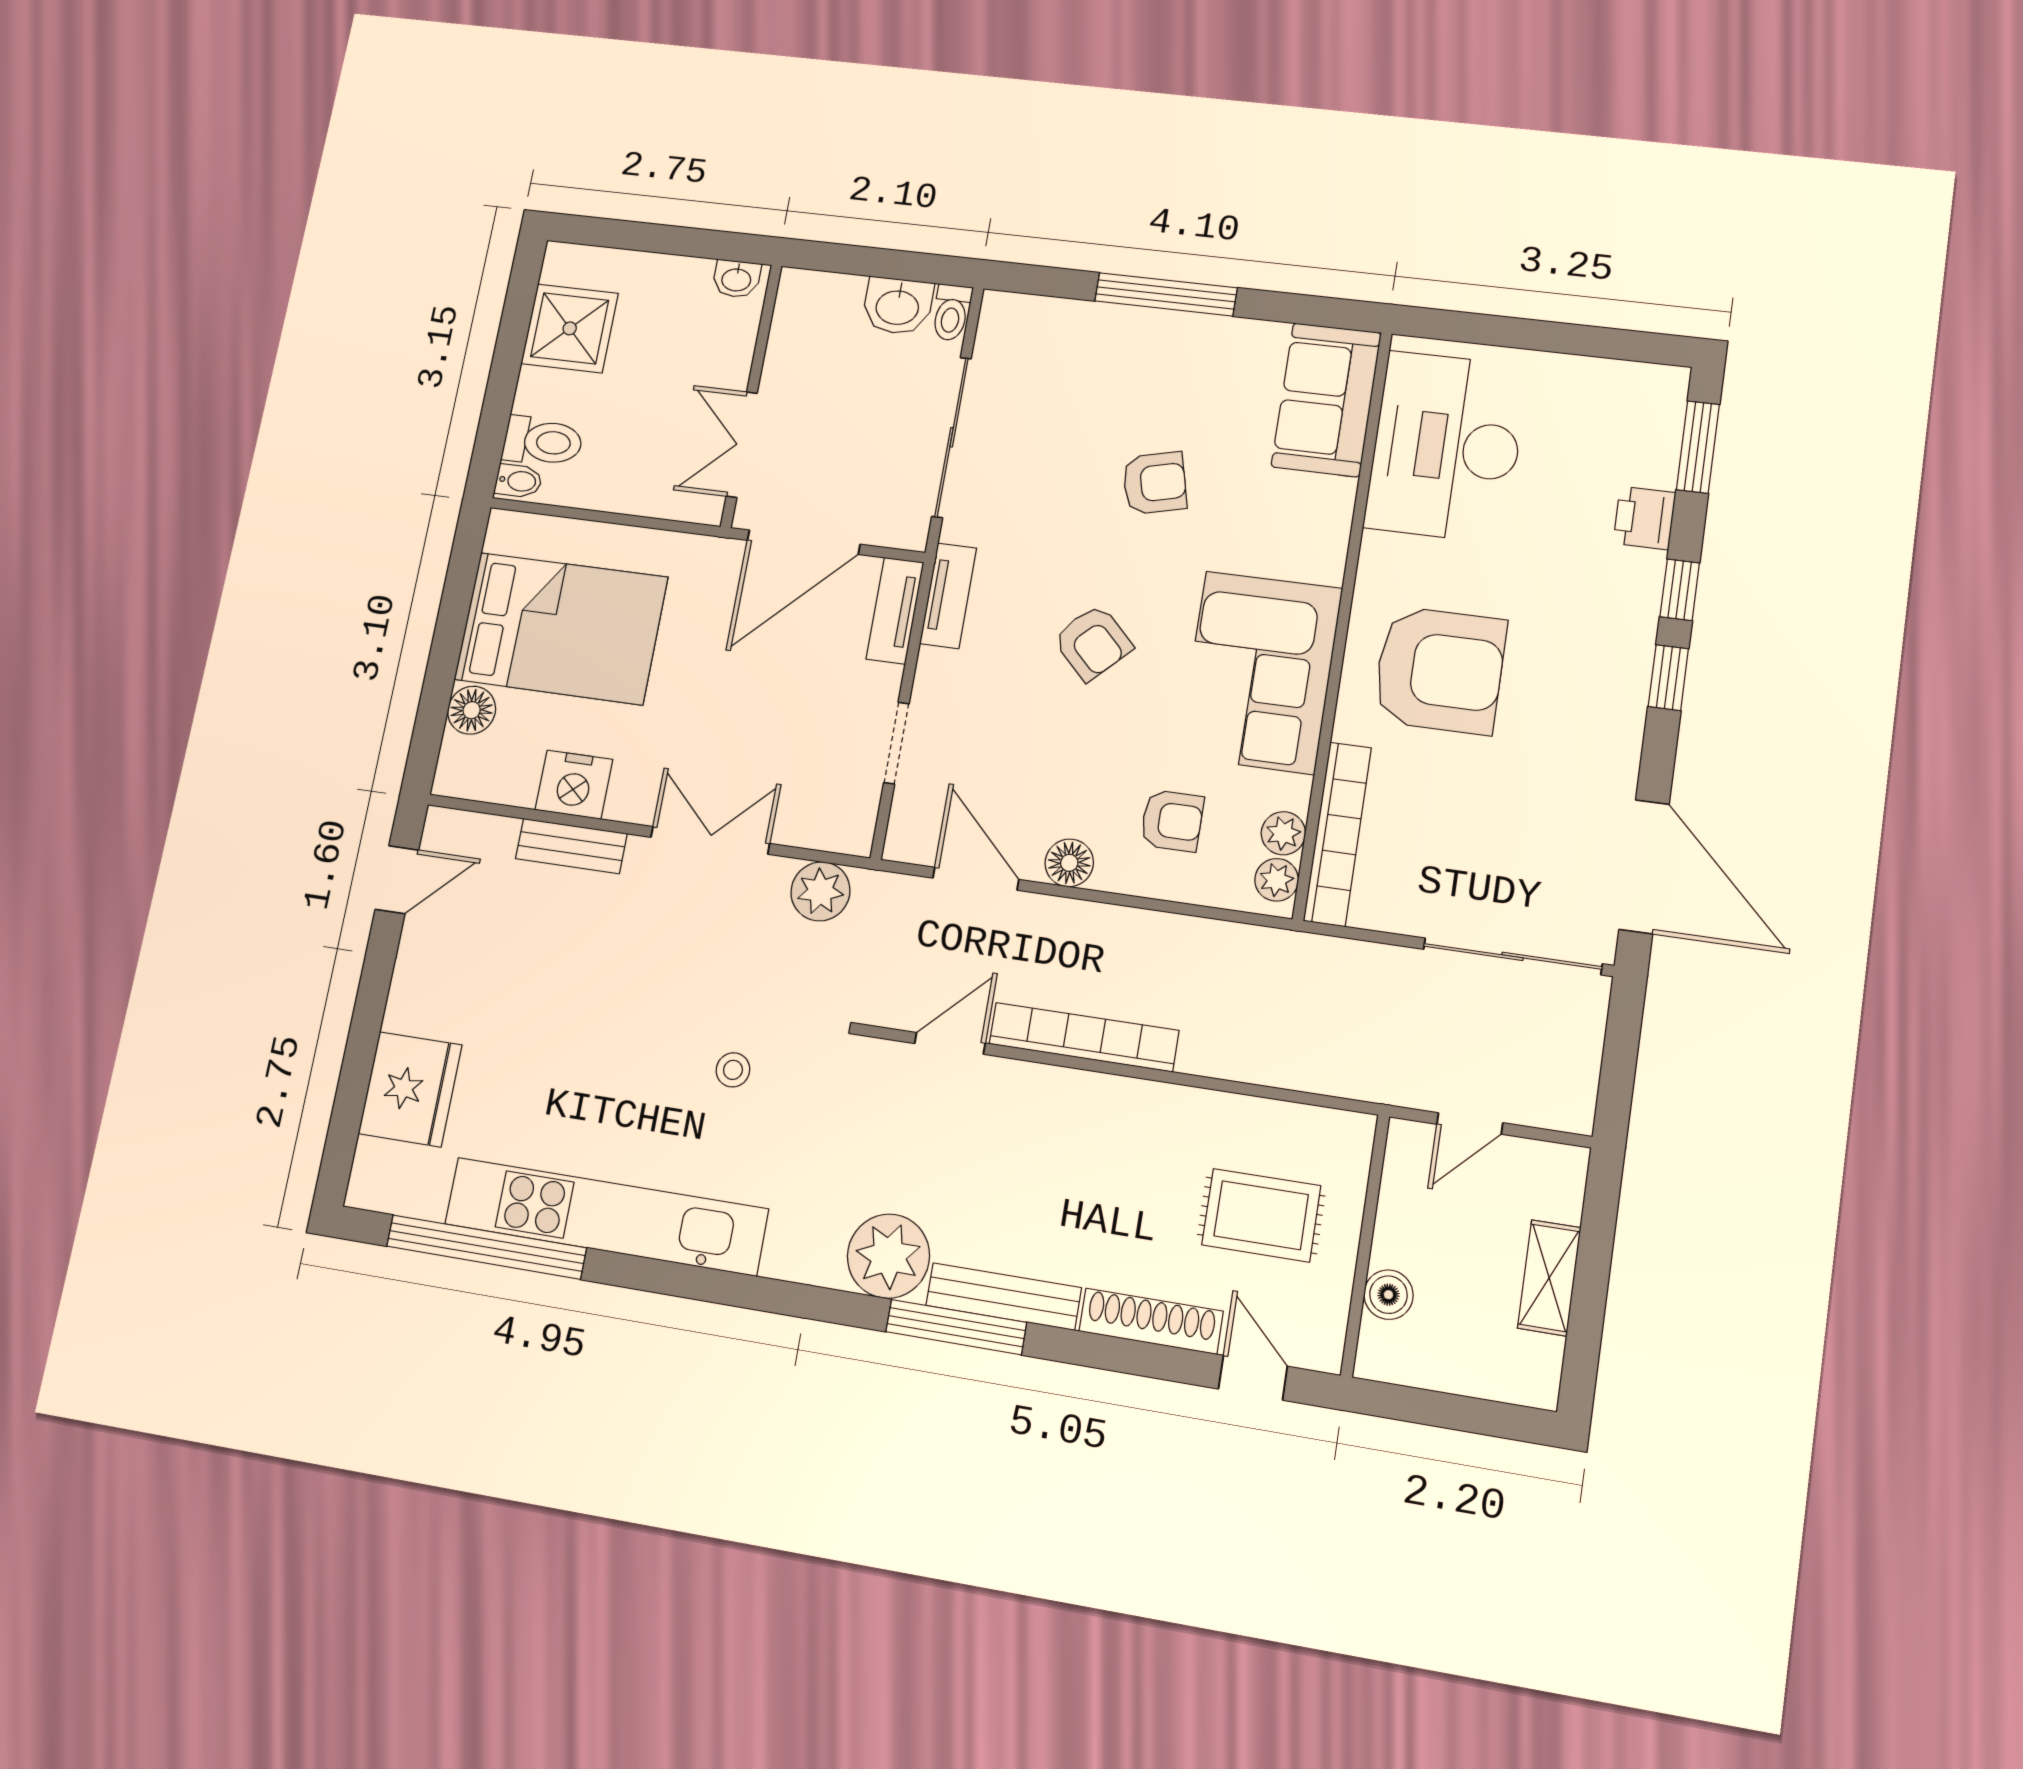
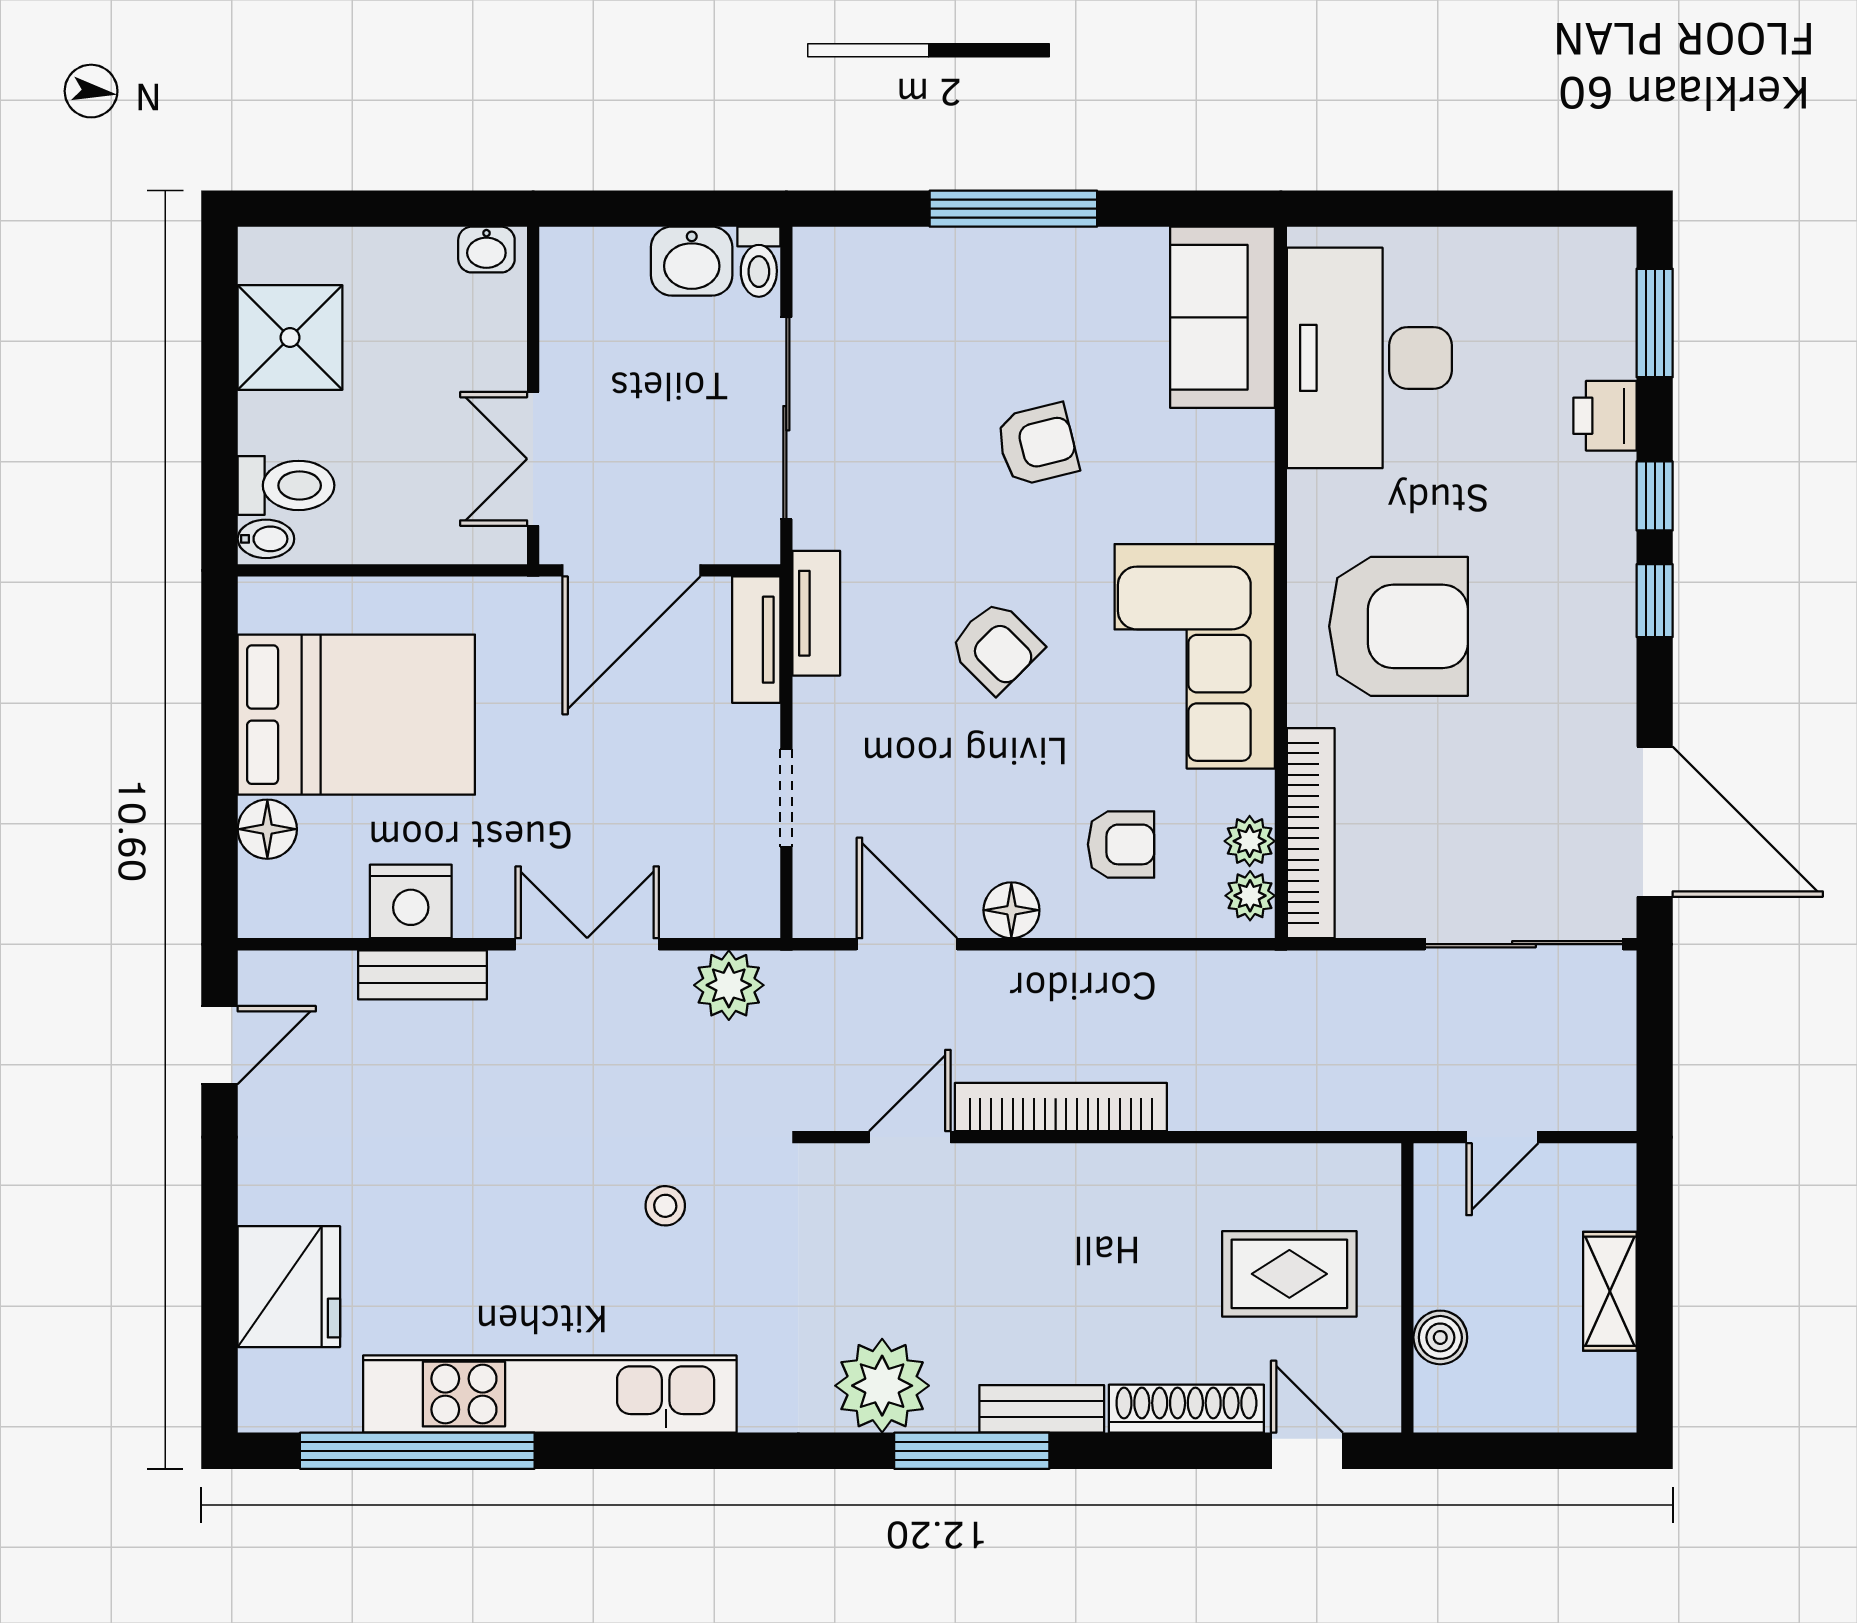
bench: (1004, 1297) -> (1042, 1409), width x0.73

